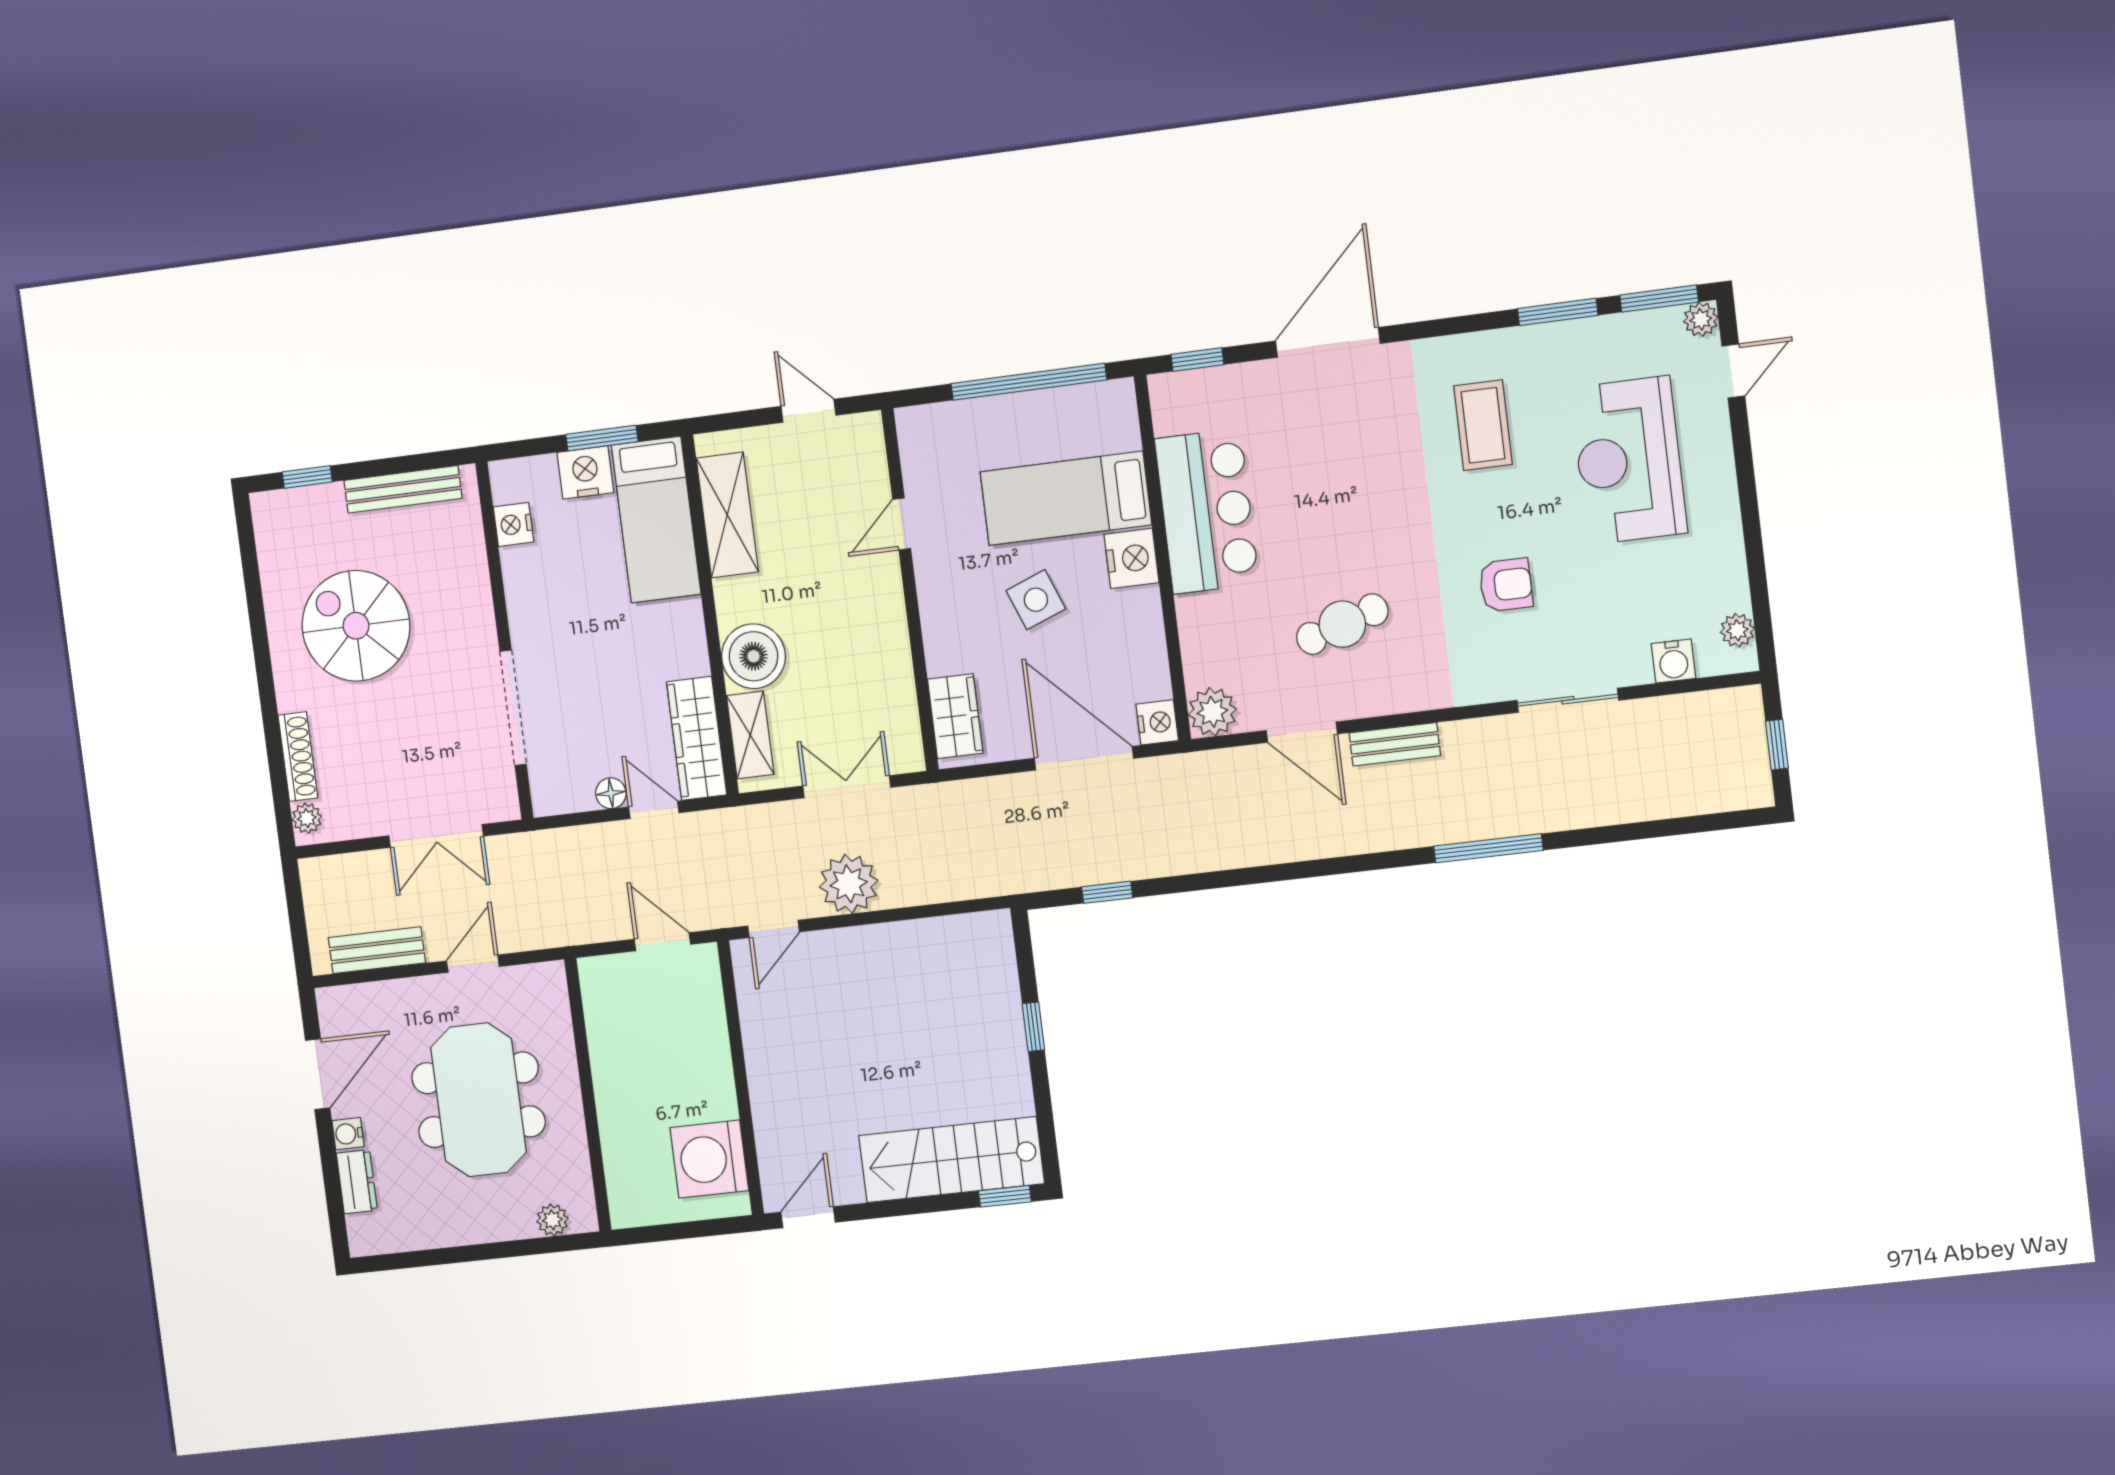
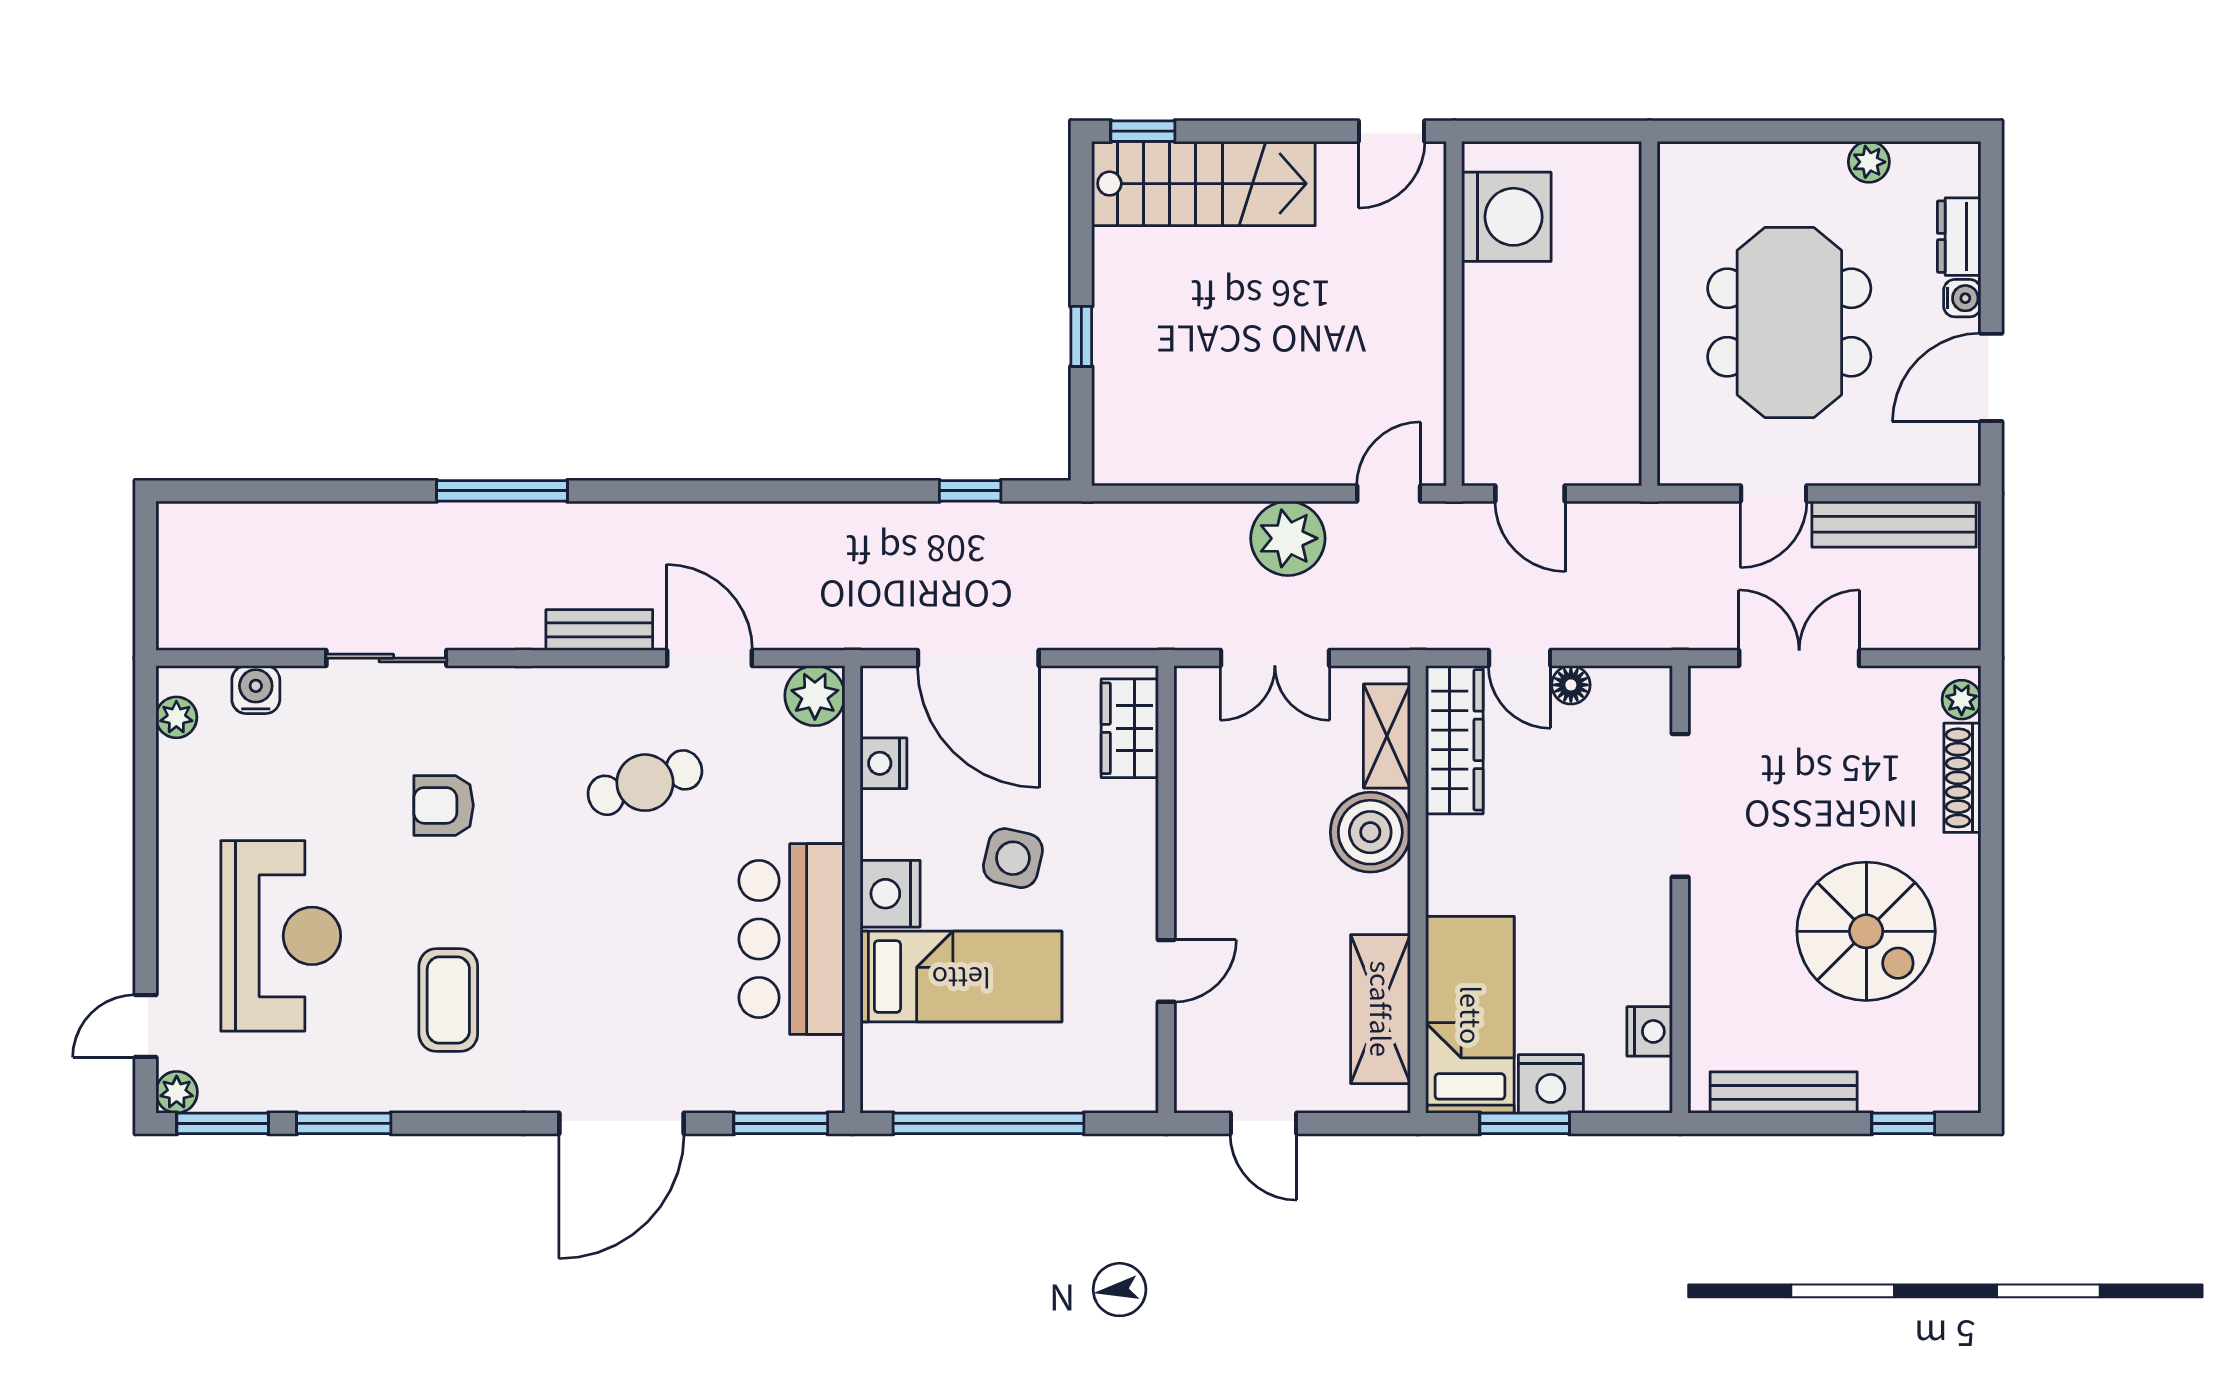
window: (1197, 359) -> (781, 1123), width x1.50
side table: (1036, 600) -> (1013, 858), turned 34
nightstand: (1157, 722) -> (883, 763), moved
window: (1777, 745) -> (146, 575), removed
bench: (377, 950) -> (1894, 524), width x1.36
plant: (552, 1220) -> (1869, 162), moved

